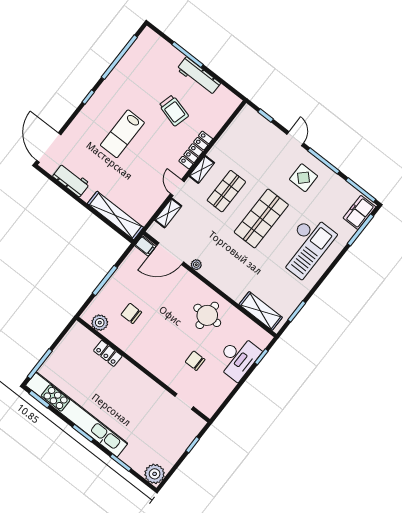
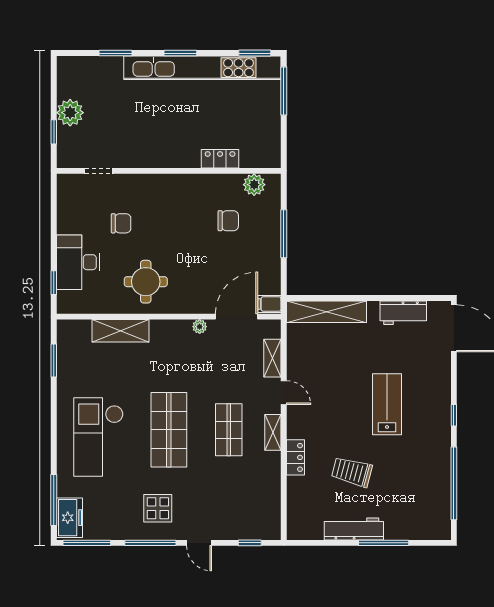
locker: (196, 150) -> (296, 457), width x0.66
shelving: (261, 311) -> (121, 331), moved
plant: (155, 474) -> (70, 113), moved

